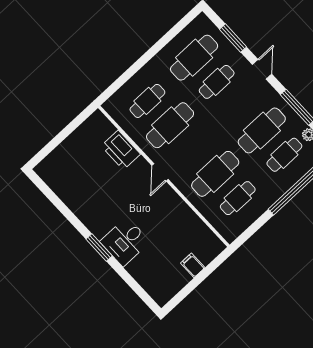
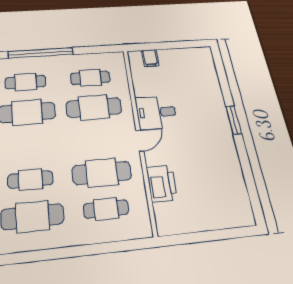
desk: (125, 242) -> (156, 112), moved, turned 180
filing cabinet: (193, 265) -> (150, 58), moved

